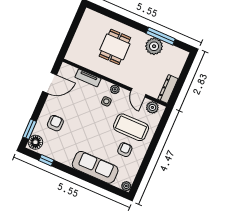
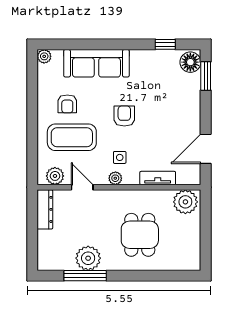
plant: (77, 55) -> (185, 202), added
armchair: (55, 123) -> (124, 116), moved, turned 180

